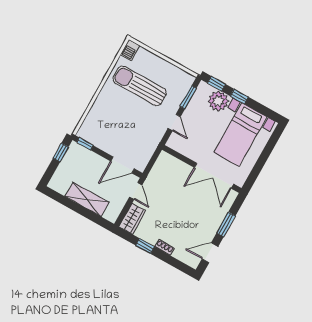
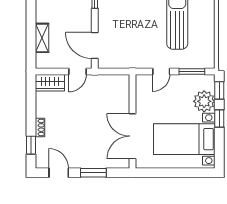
shelving: (87, 199) -> (42, 38), width x0.67, depth x0.75
window: (145, 246) -> (31, 145), moved

